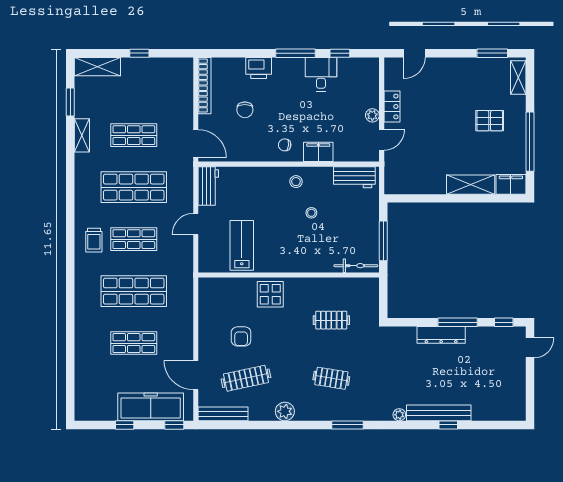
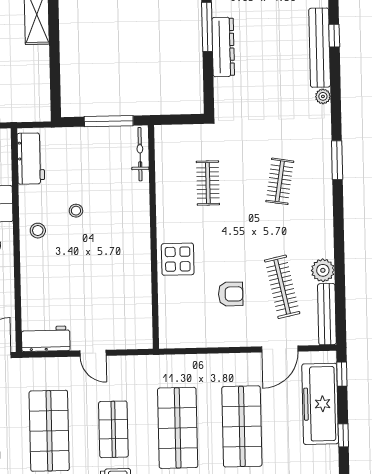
lab bench: (242, 245) -> (118, 296), removed
shop shelf: (134, 343) -> (242, 426), width x1.43, depth x1.36
plant: (285, 411) -> (323, 270), moved

